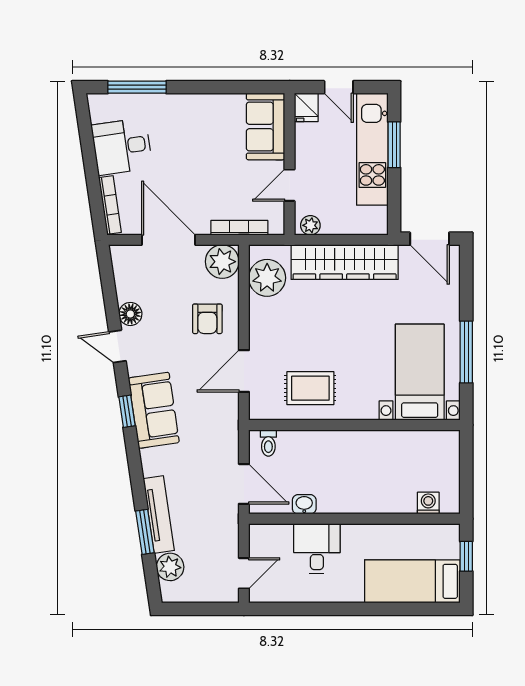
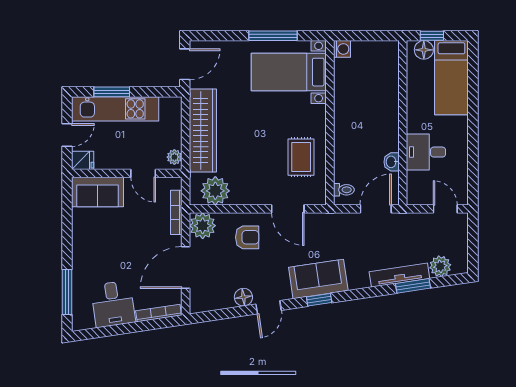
washing machine: (428, 503) -> (342, 49), moved, turned 180
floor lamp: (448, 546) -> (424, 50), added

